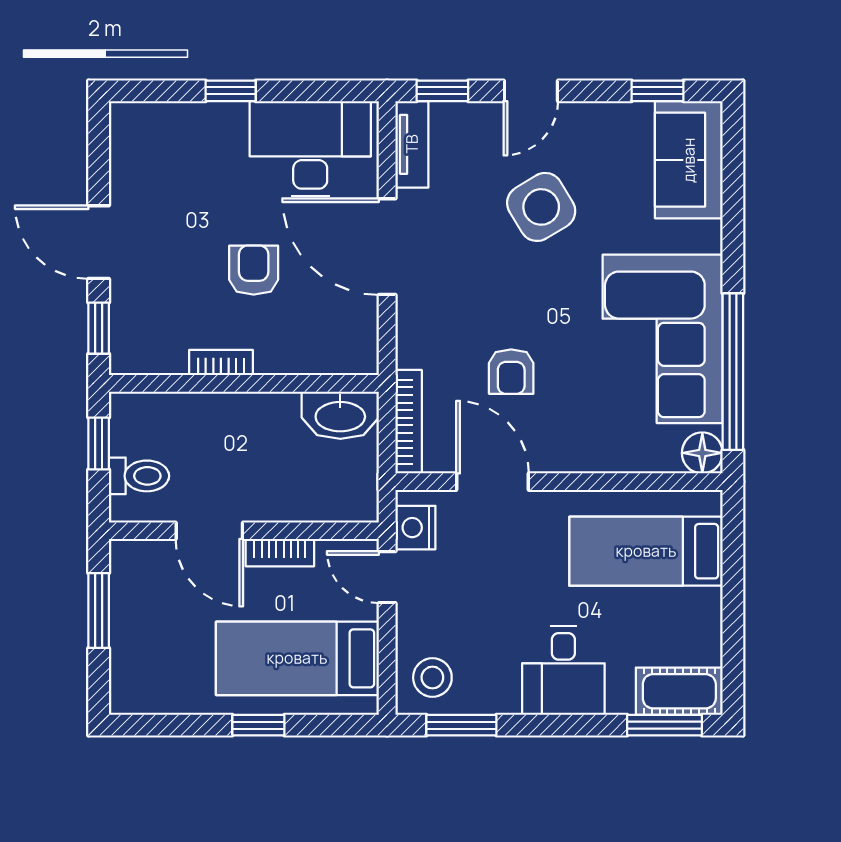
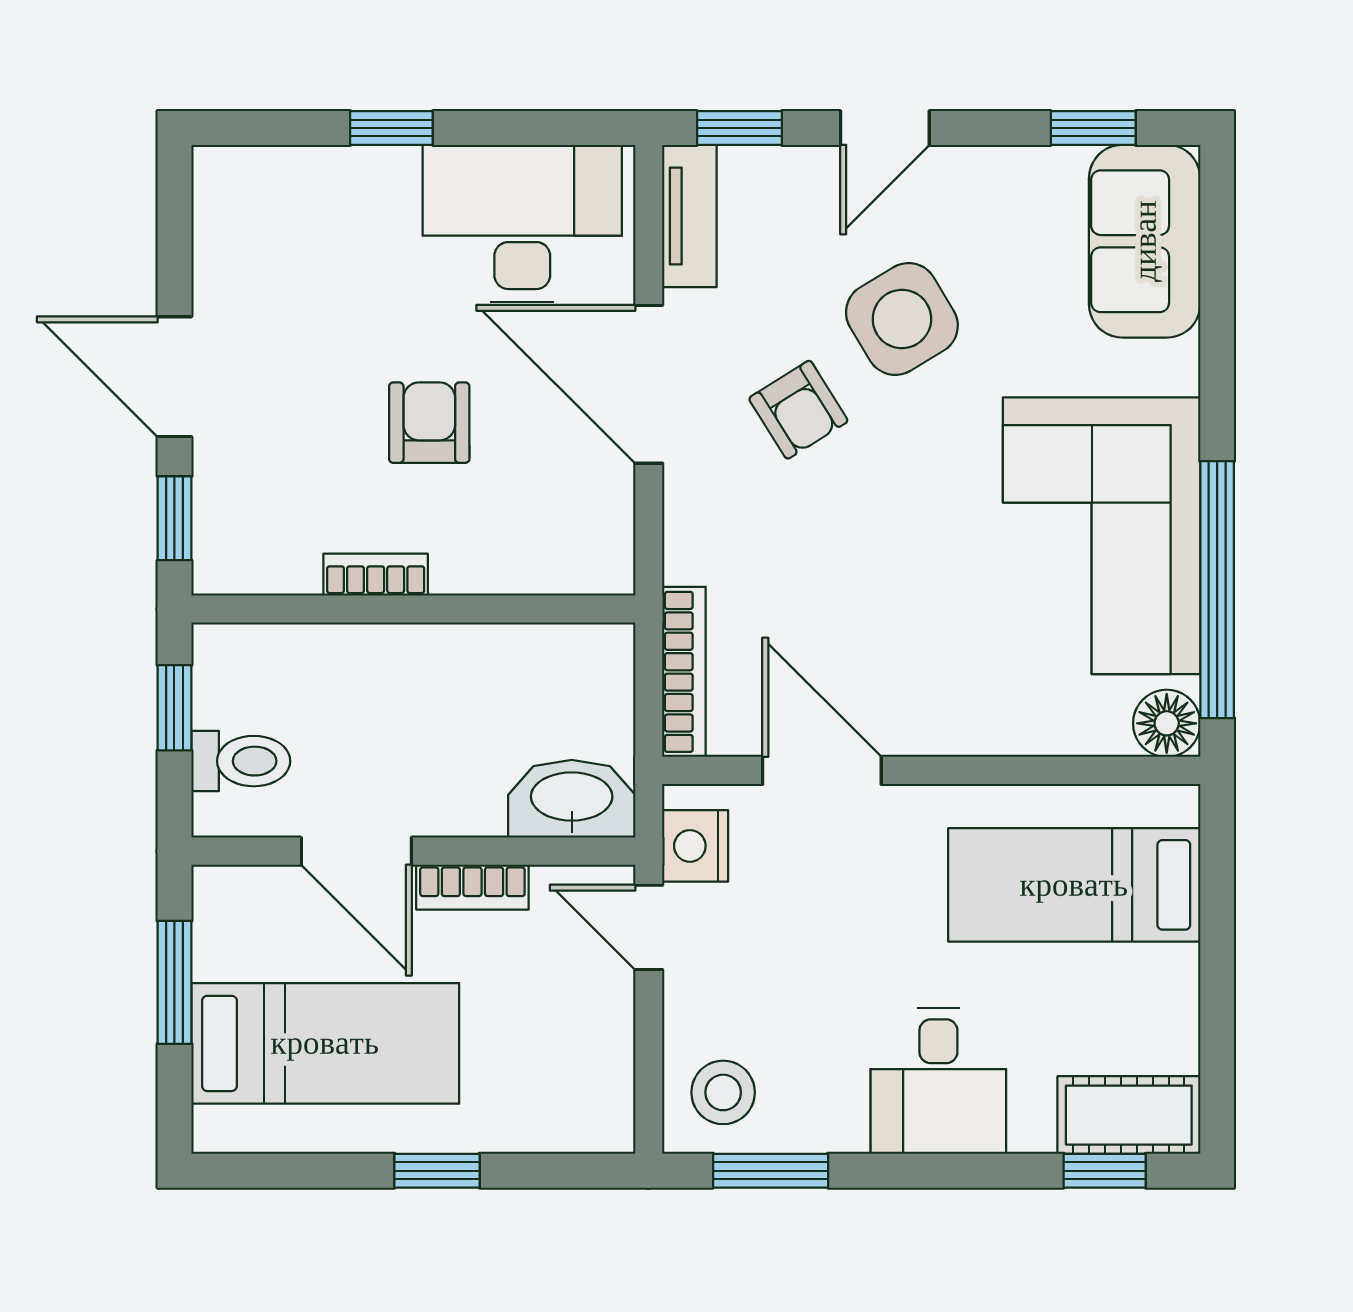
armchair: (511, 372) -> (798, 410), moved, turned -32
washbasin: (340, 415) -> (572, 799), moved, turned 180
bed: (297, 658) -> (325, 1043), moved, turned 180
window: (665, 725) -> (1105, 1171), width x0.67

